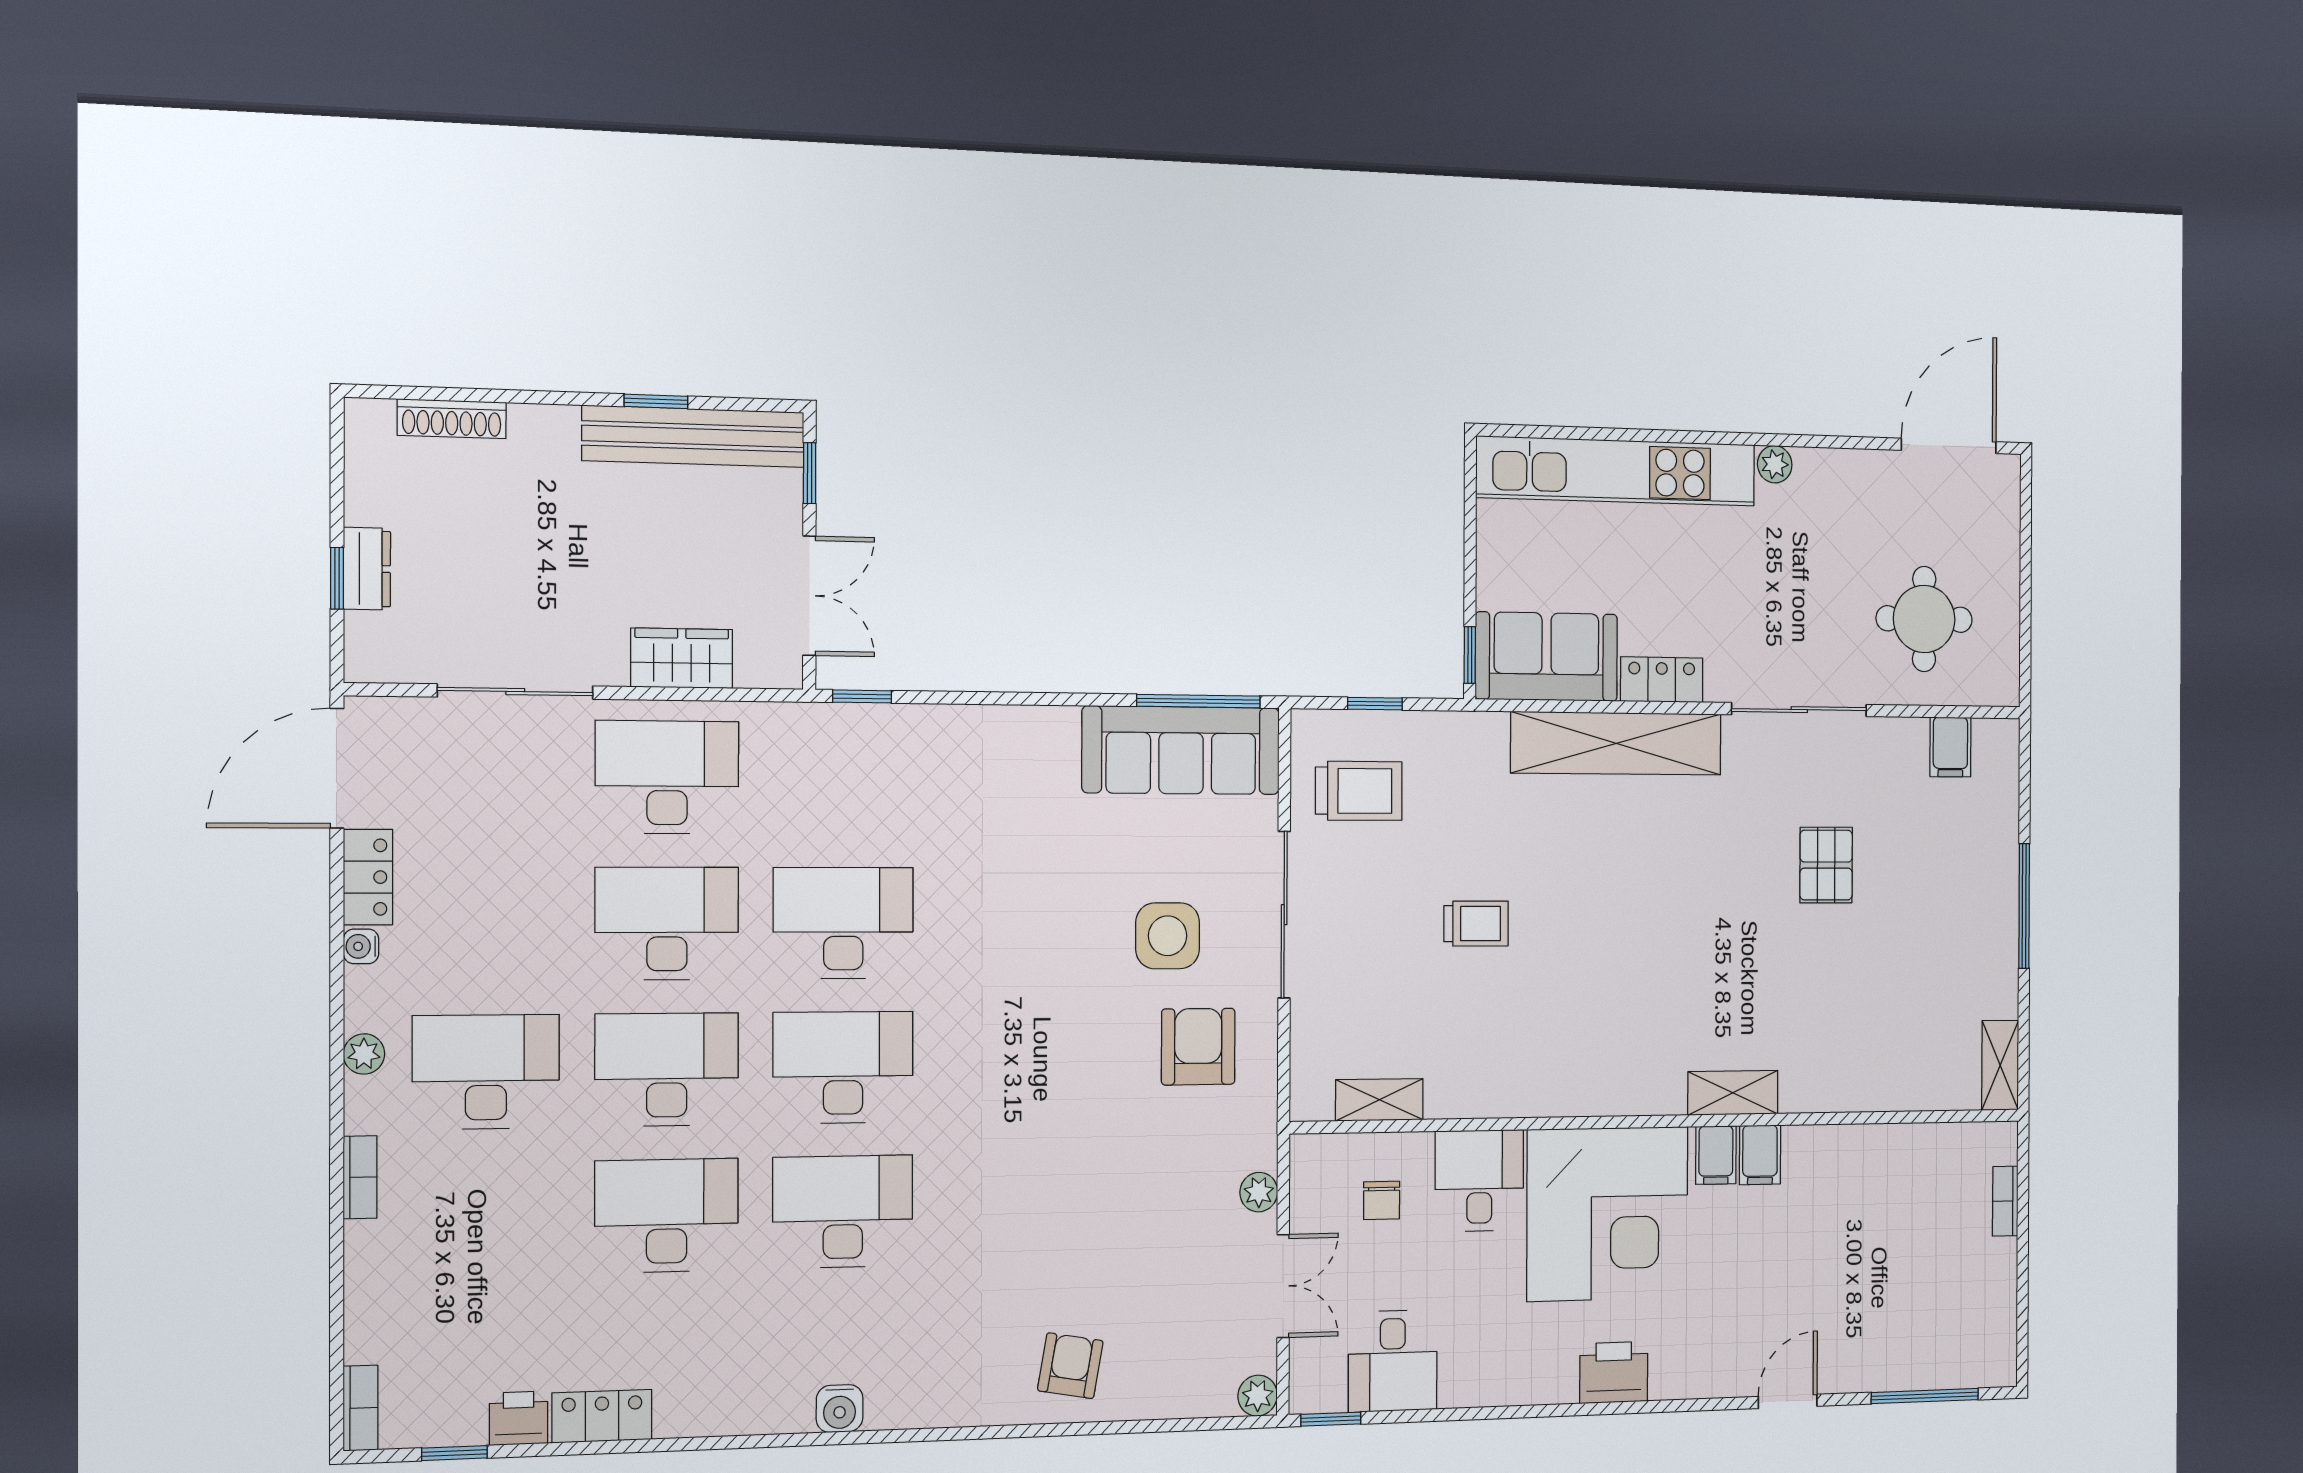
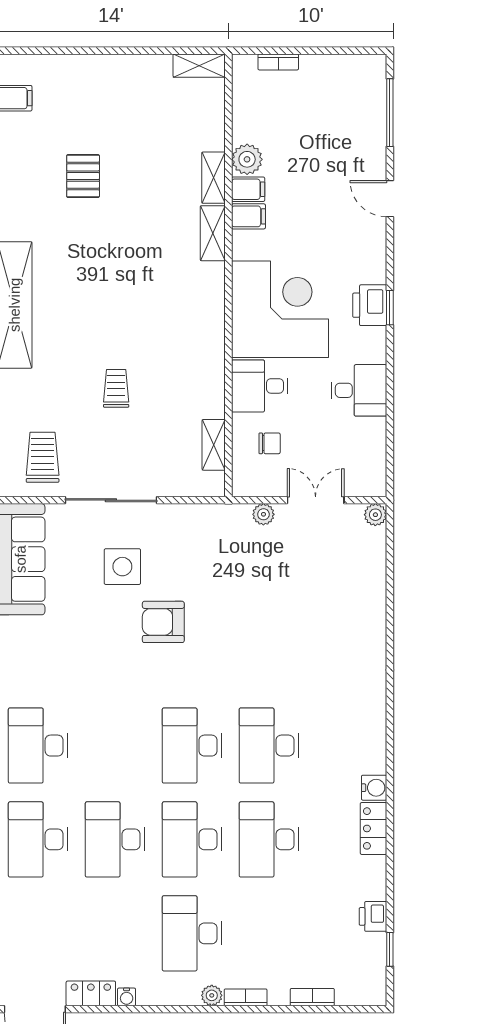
pallet: (1826, 865) -> (83, 176), turned 90
window: (2024, 906) -> (107, 51), removed
desk: (843, 923) -> (38, 746), moved
armchair: (1198, 1047) -> (163, 622), moved
plant: (364, 1054) -> (212, 995), moved
shelving: (1823, 1093) -> (214, 178), added
plant: (1852, 1151) -> (247, 159), added
filing cabinet: (1716, 1155) -> (248, 189), moved
desk: (1393, 1361) -> (359, 390), moved
armchair: (1070, 1366) -> (355, 621), removed
bookcase: (360, 1408) -> (312, 997), moved
water cooler: (840, 1409) -> (374, 788), moved
locker: (602, 1416) -> (374, 828), moved
window: (1331, 1419) -> (390, 308), moved

